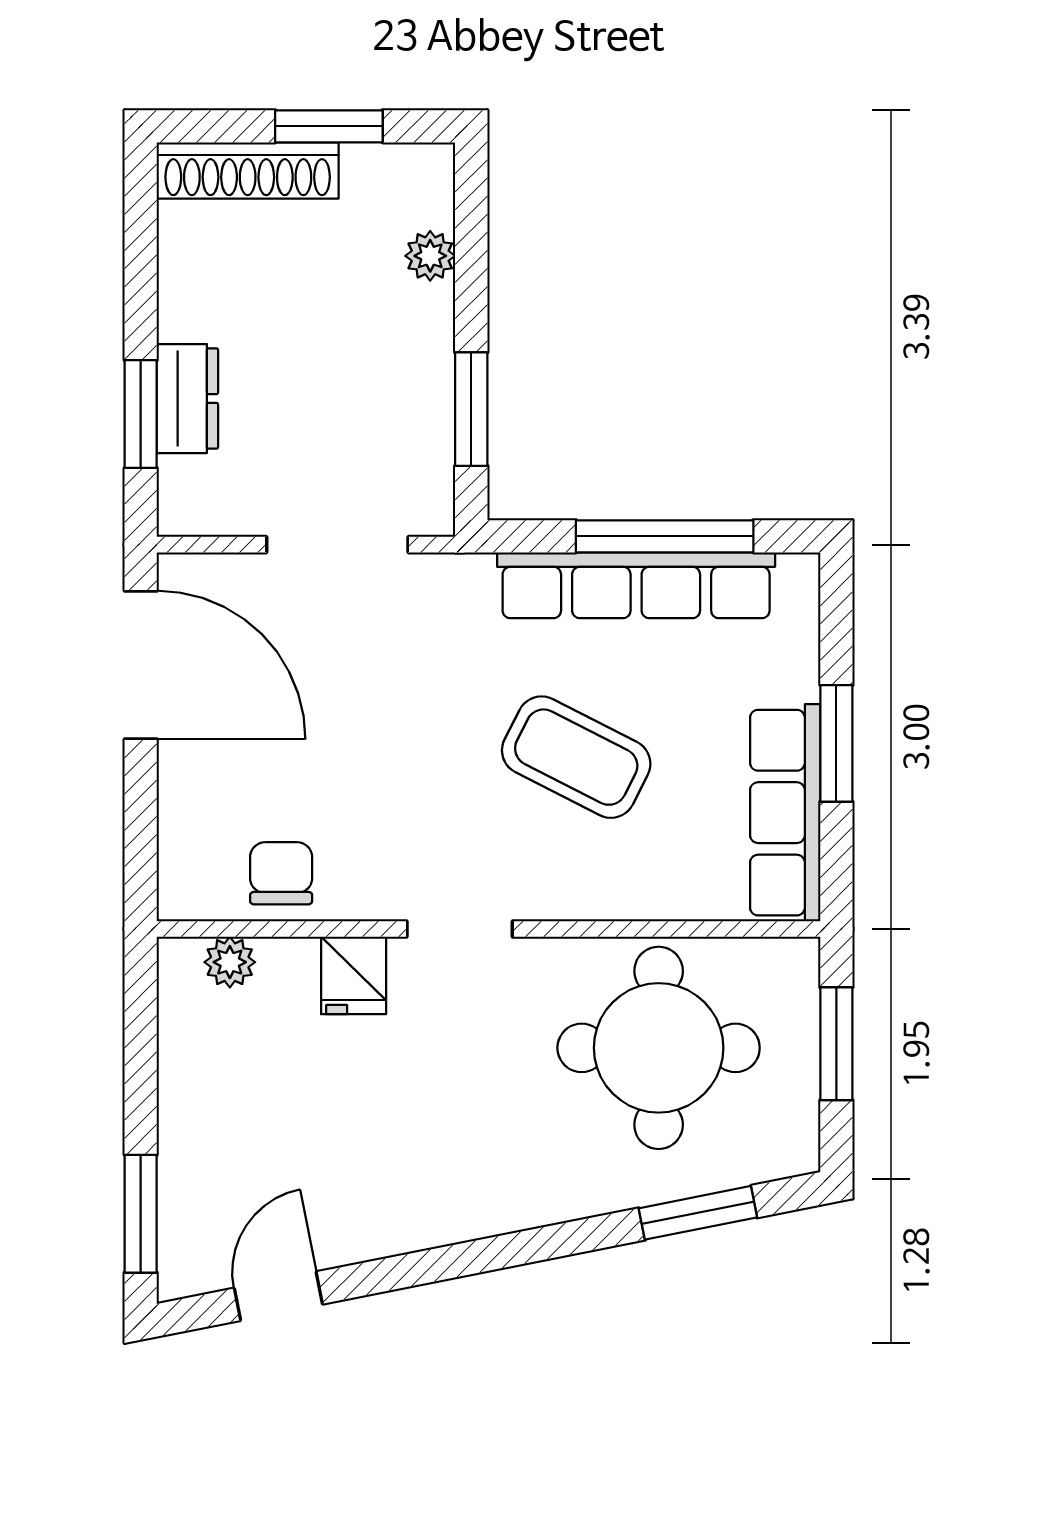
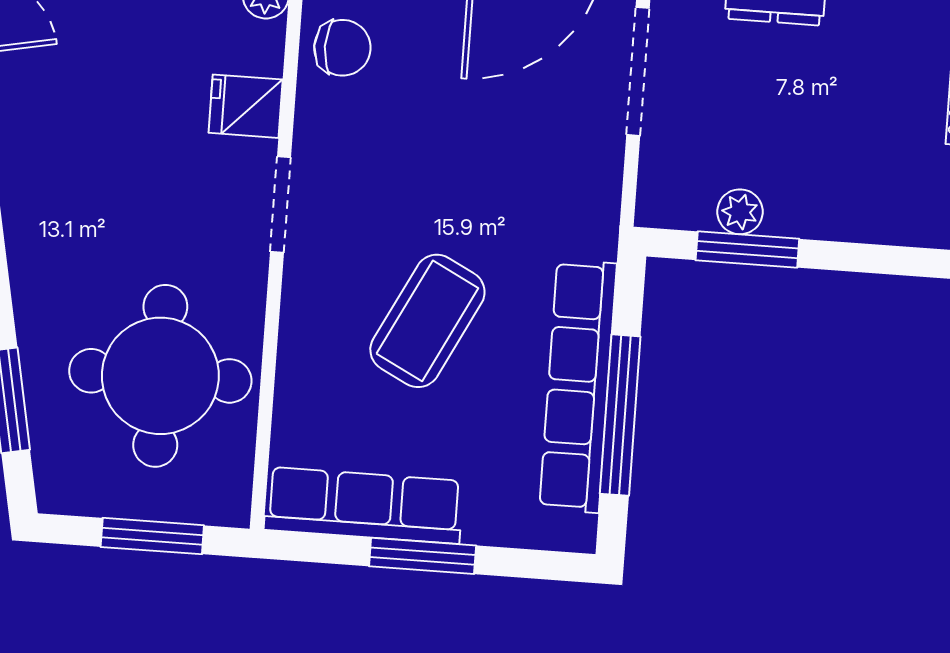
plant: (430, 256) -> (740, 212), moved
doorway: (337, 545) -> (638, 71), moved

